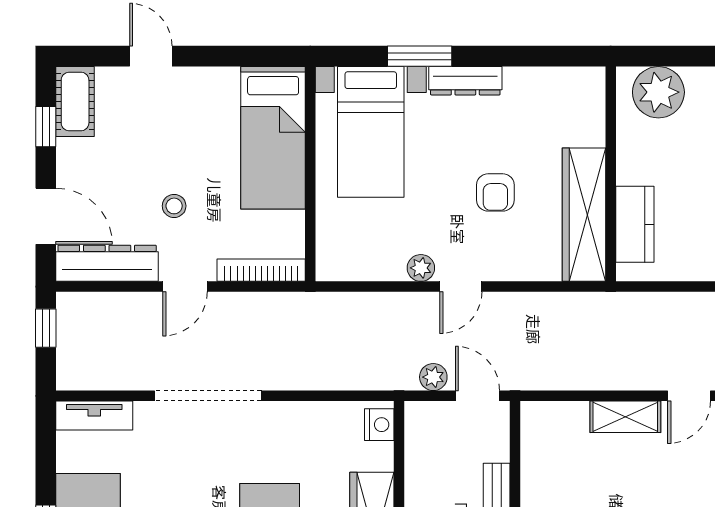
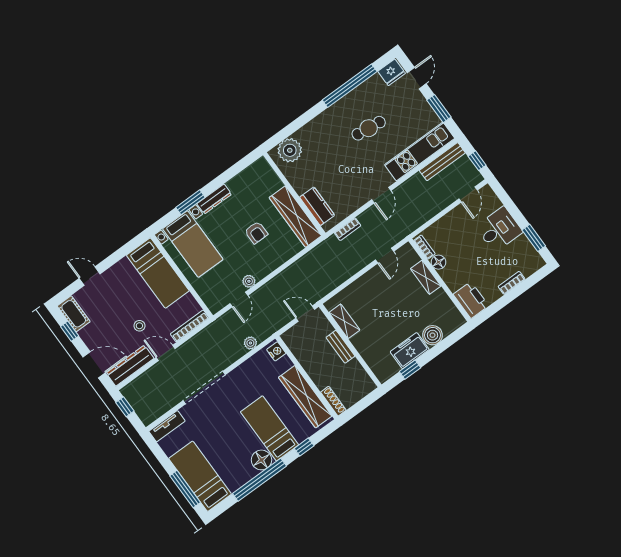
door: (185, 287) -> (166, 353), swing flipped
door: (461, 287) -> (239, 299), moved
bookcase: (659, 303) -> (348, 229), added
plant: (433, 377) -> (250, 343), moved
shelving: (625, 417) -> (344, 321), moved, turned 90

